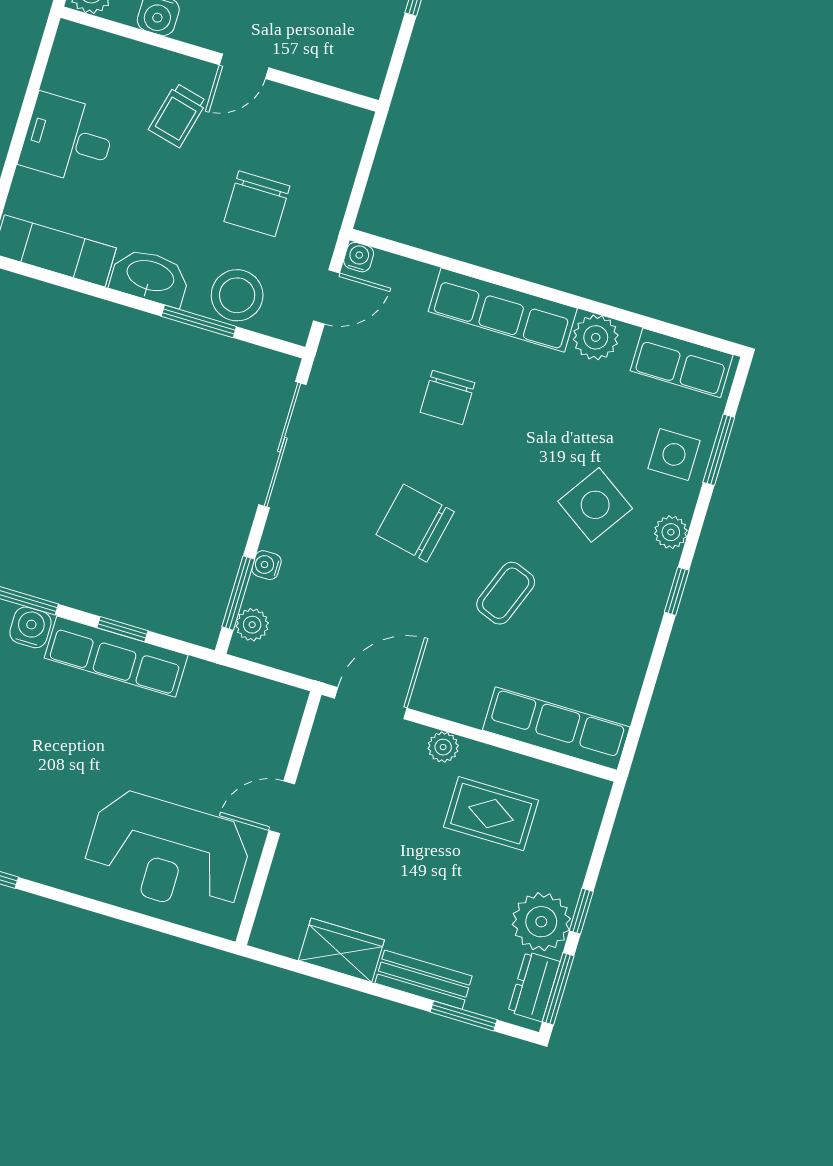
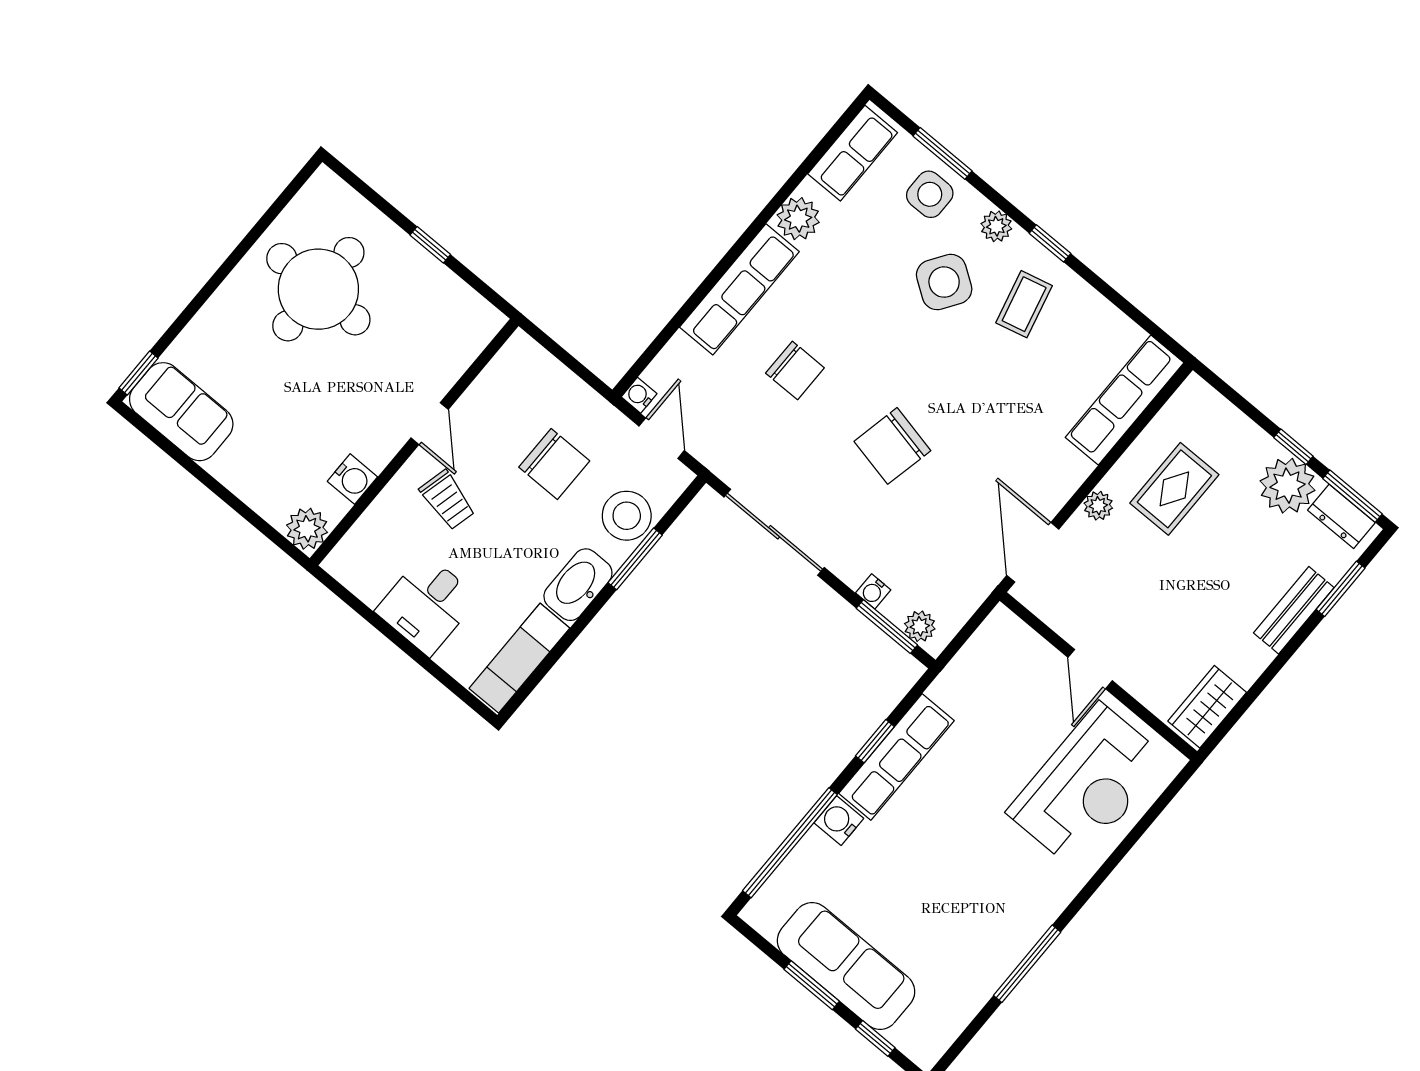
coffee table: (506, 593) -> (1024, 304), moved, turned 55
wardrobe: (341, 950) -> (1207, 707), moved

